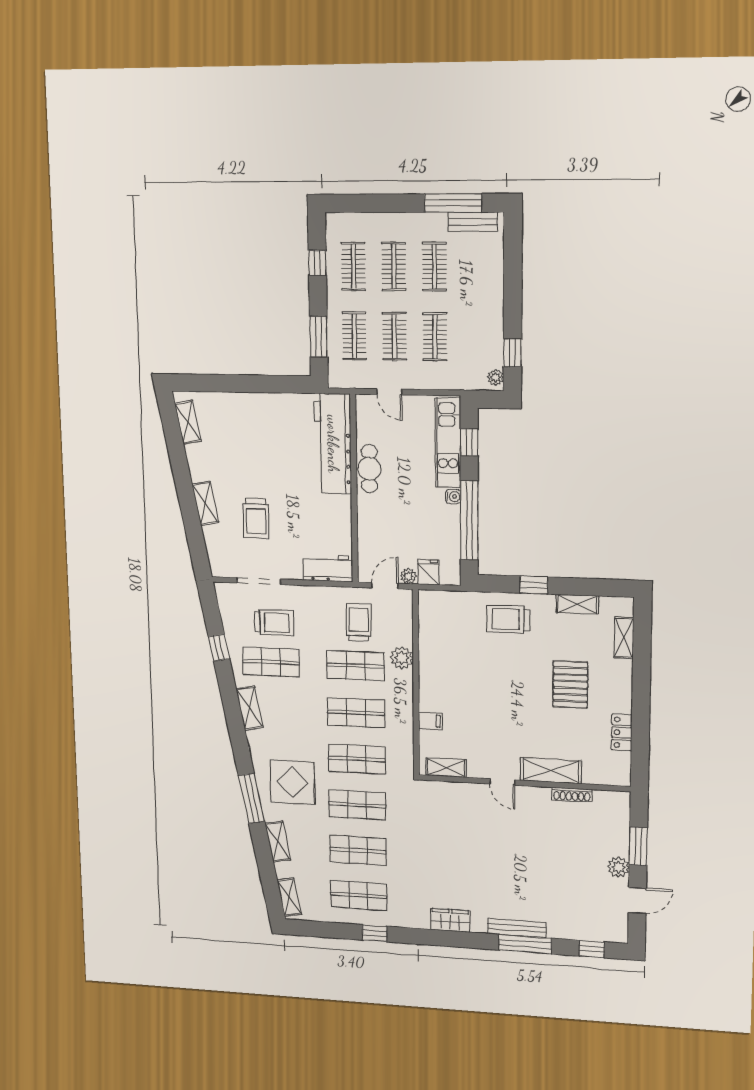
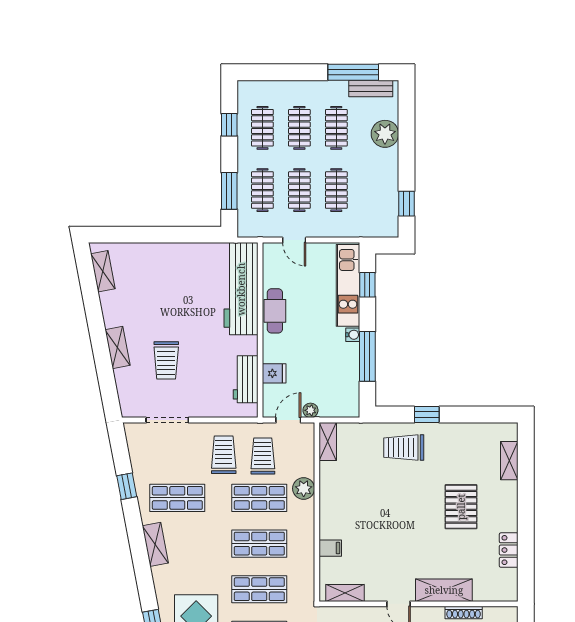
plant: (496, 377) -> (385, 134), moved, width x1.88, depth x1.88
window: (469, 521) -> (367, 356), width x0.68
workbench: (328, 568) -> (246, 379), moved, turned -90
fridge: (428, 572) -> (274, 373), moved, turned 90
shelving: (577, 604) -> (328, 442), moved, turned 90
trolley: (274, 623) -> (224, 455), moved, turned -90

